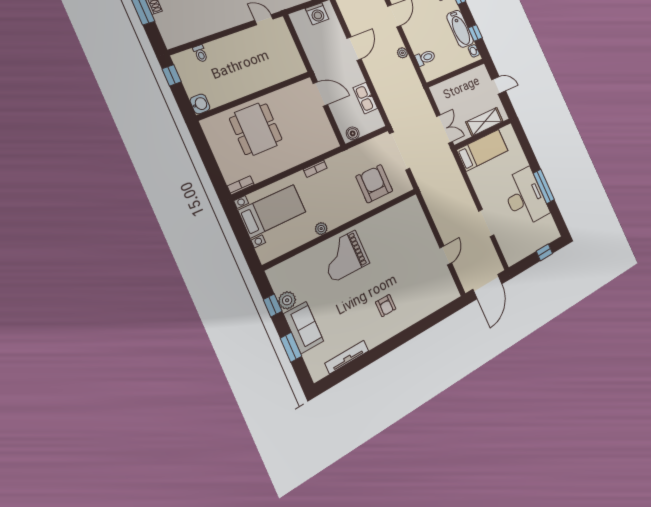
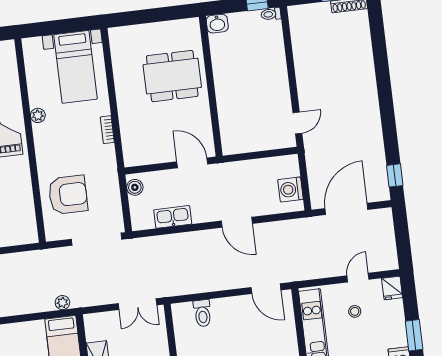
plant: (402, 53) -> (62, 303), moved
toilet: (200, 54) -> (271, 14), moved
door: (320, 94) -> (192, 163), swing flipped
double door: (444, 129) -> (137, 304), moved
bookcase: (241, 185) -> (115, 41), removed

